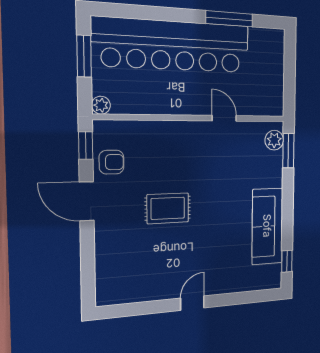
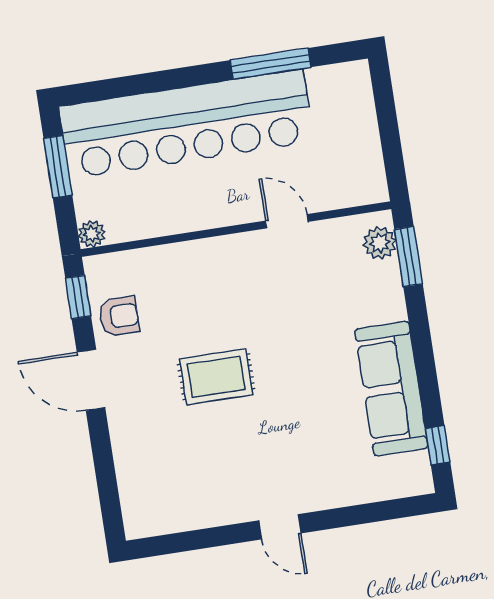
door: (192, 303) -> (280, 527), swing flipped

